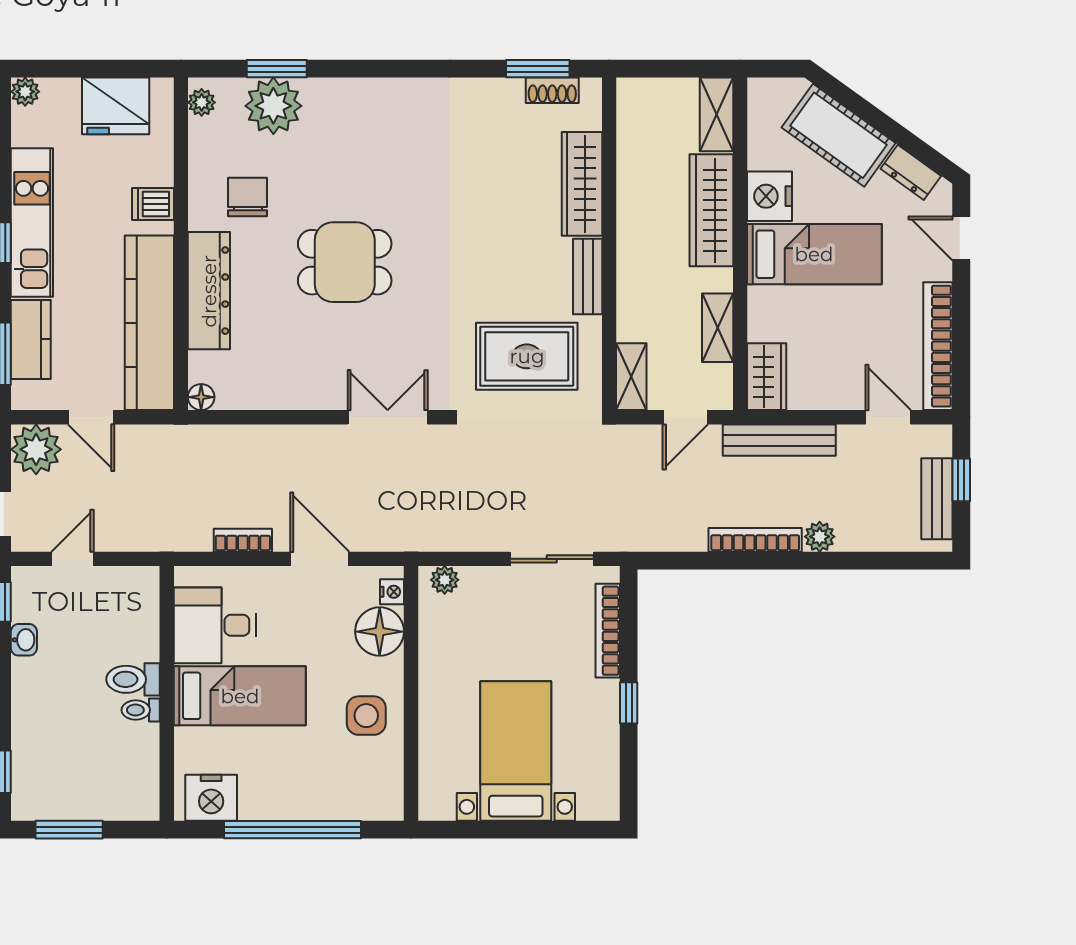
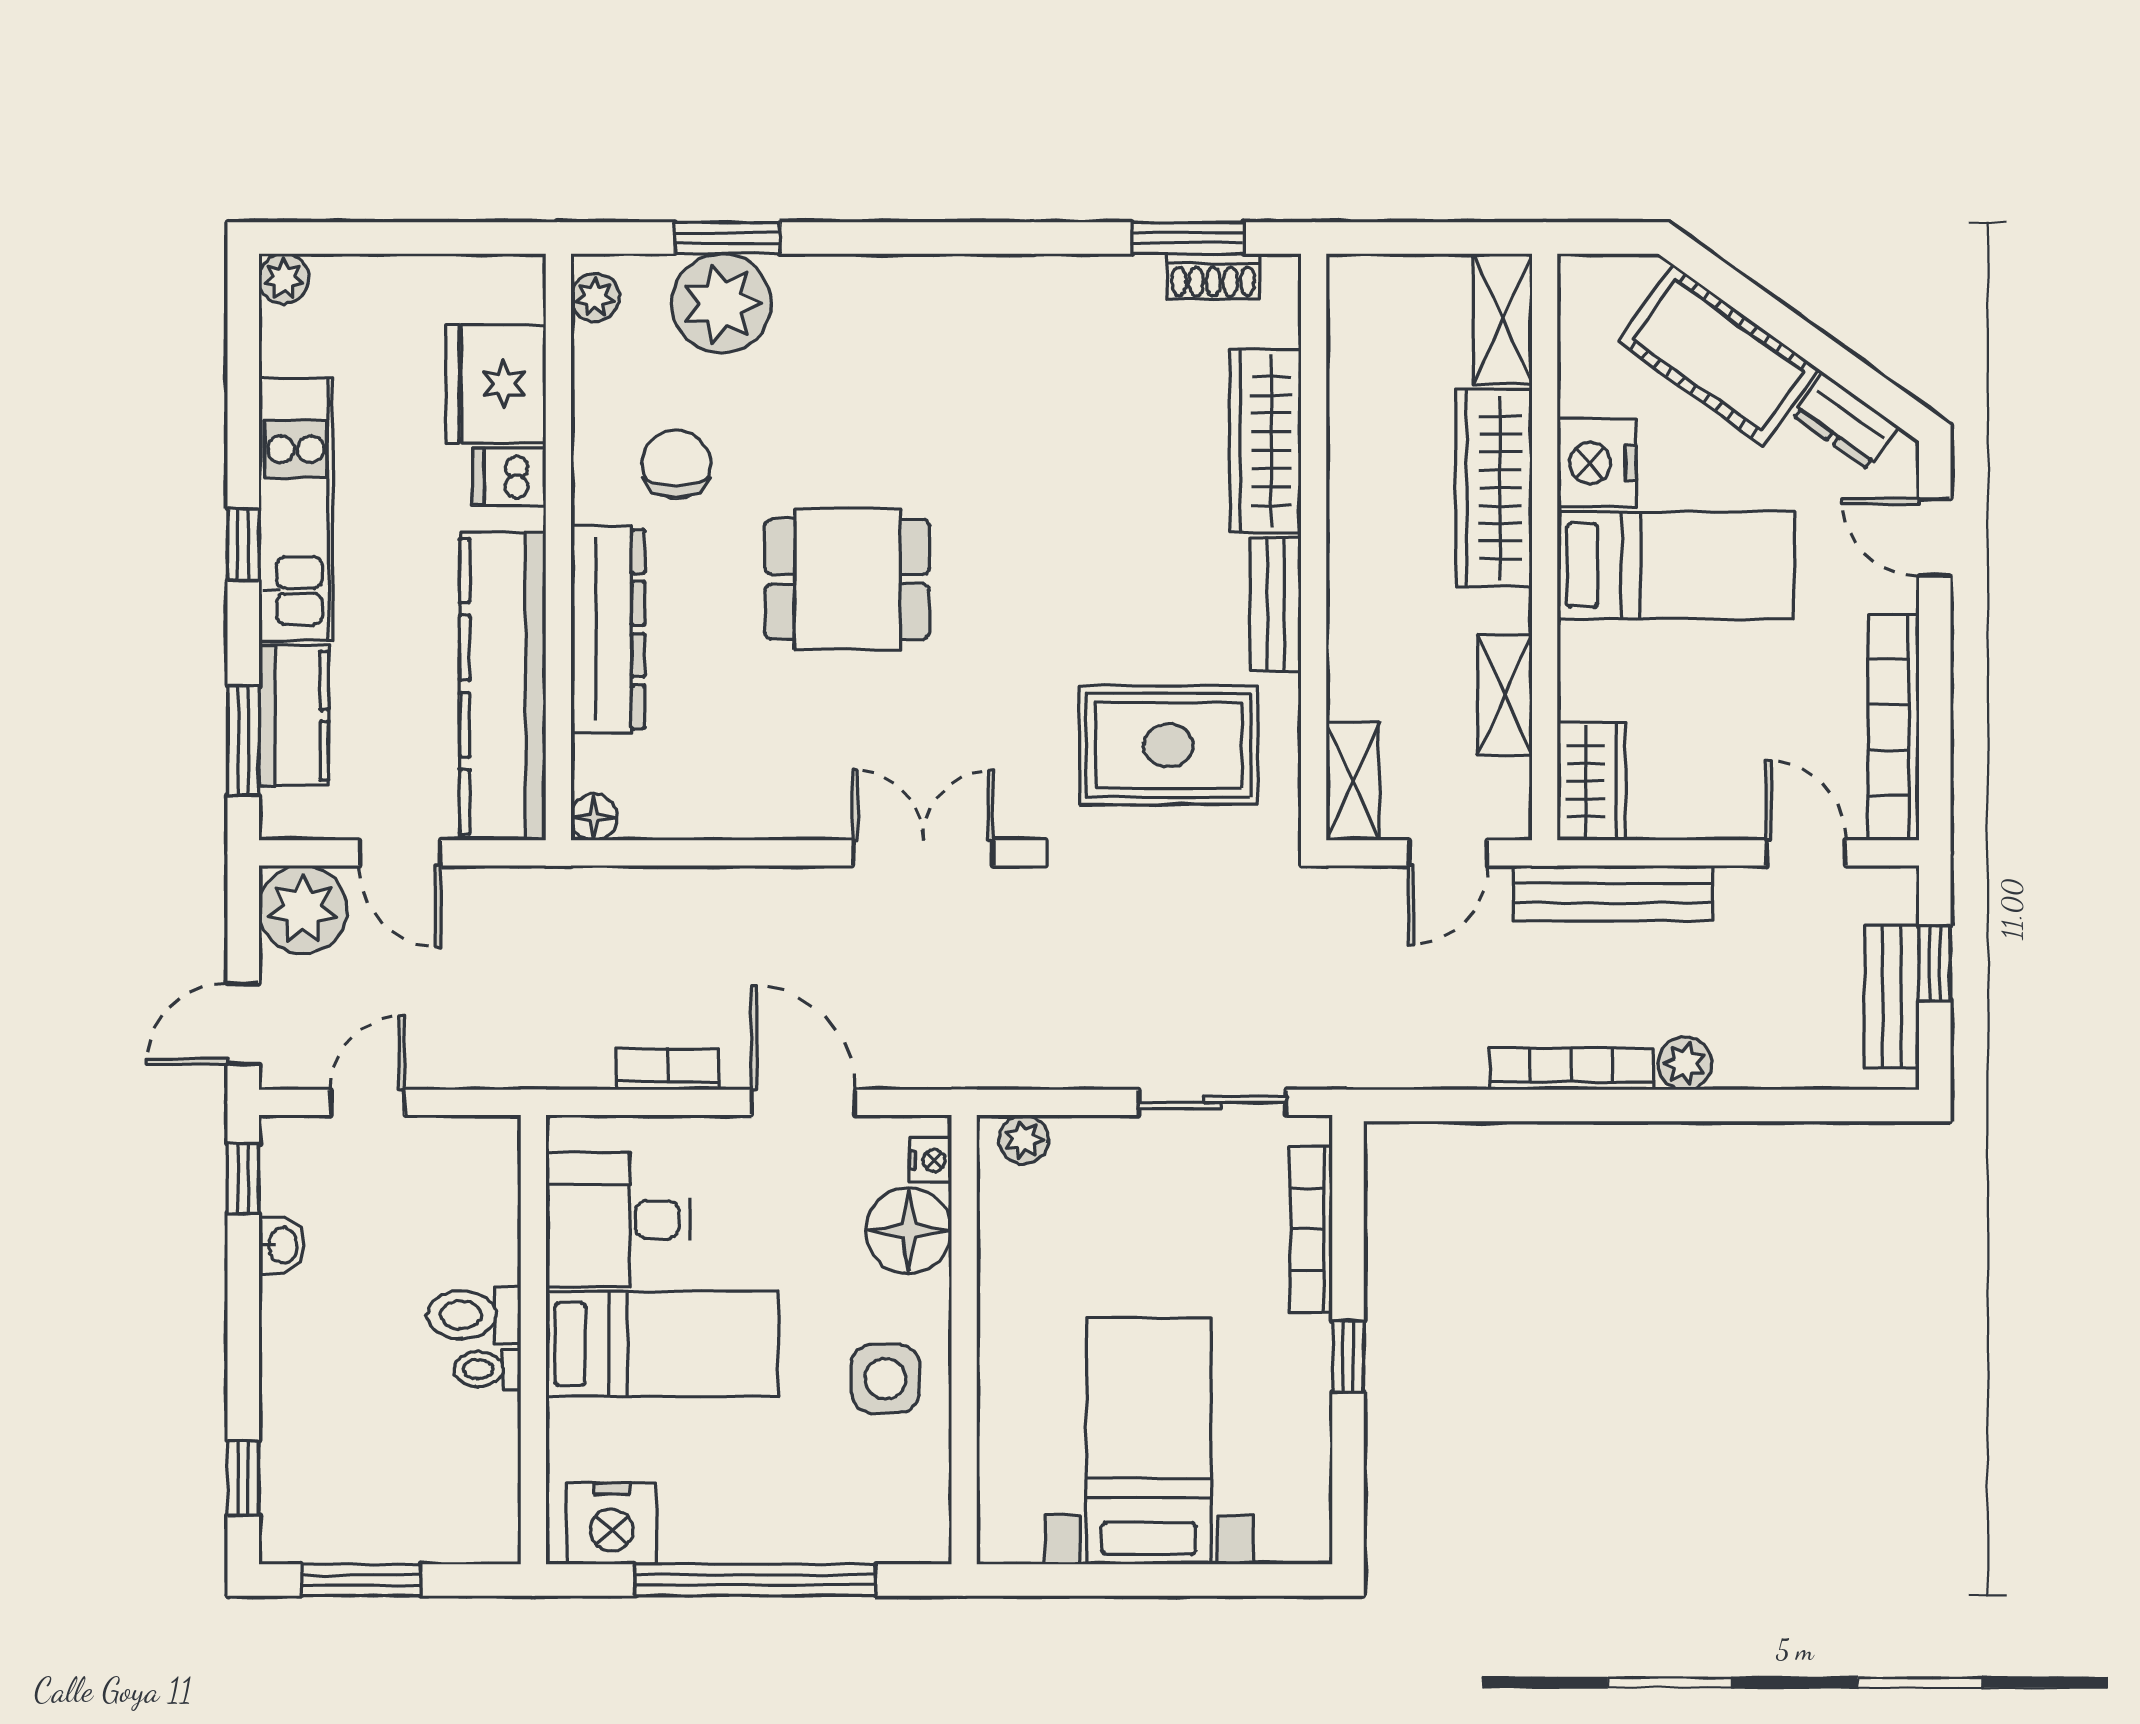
fridge: (116, 106) -> (496, 384), moved, turned 90

